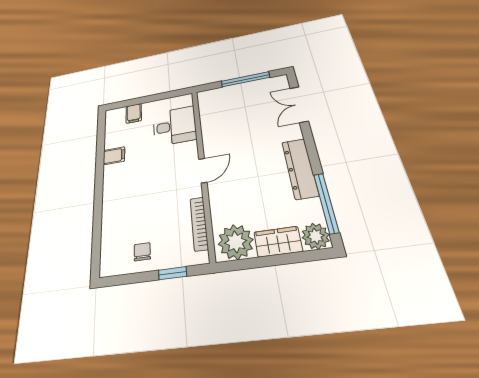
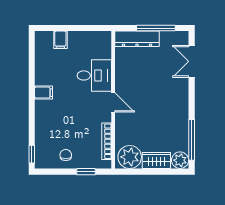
desk: (174, 126) -> (94, 75), moved
filing cabinet: (114, 156) -> (44, 93), moved
dresser: (300, 168) -> (137, 39), moved, turned -90
door: (203, 171) -> (113, 102), hinge flipped
window: (96, 257) -> (32, 154), added

